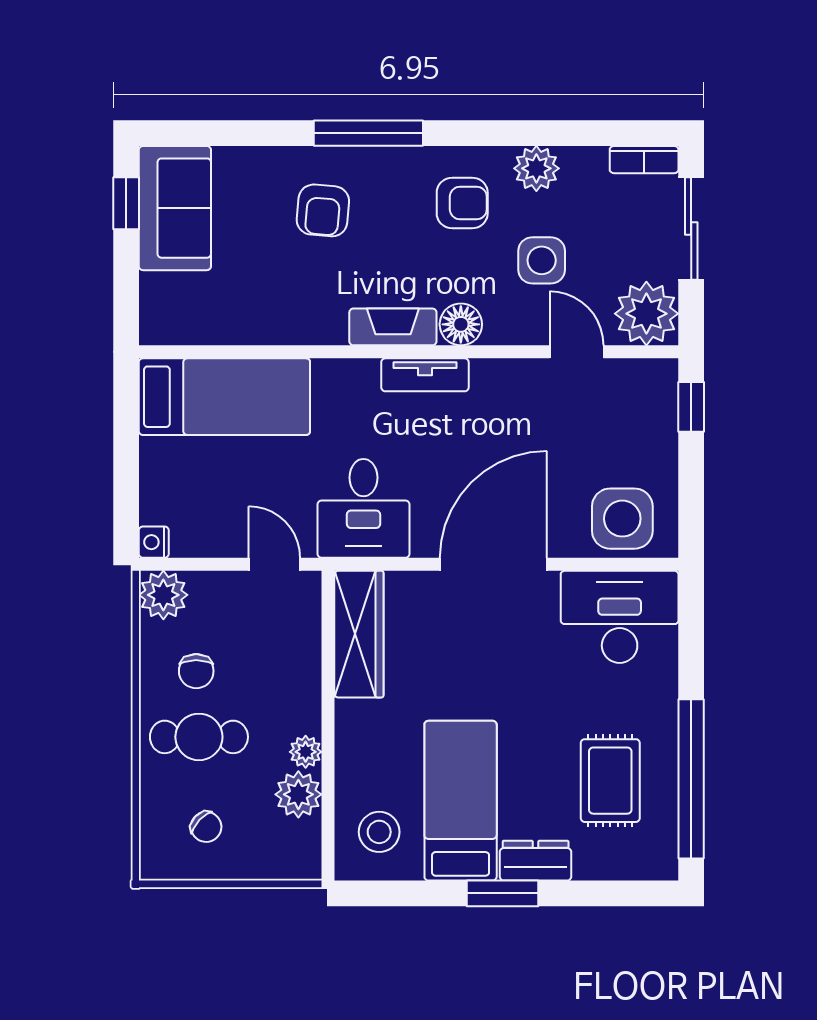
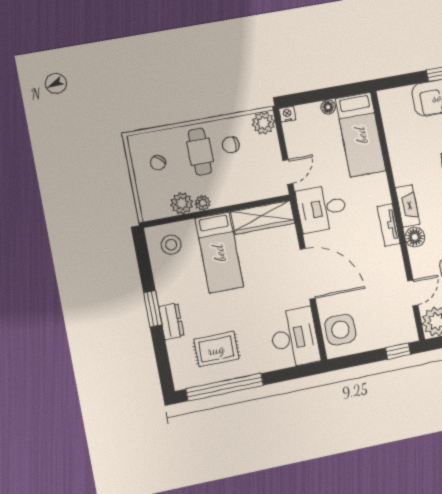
floor lamp: (154, 454) -> (328, 107), added
bed: (461, 801) -> (219, 253), moved, turned 90

